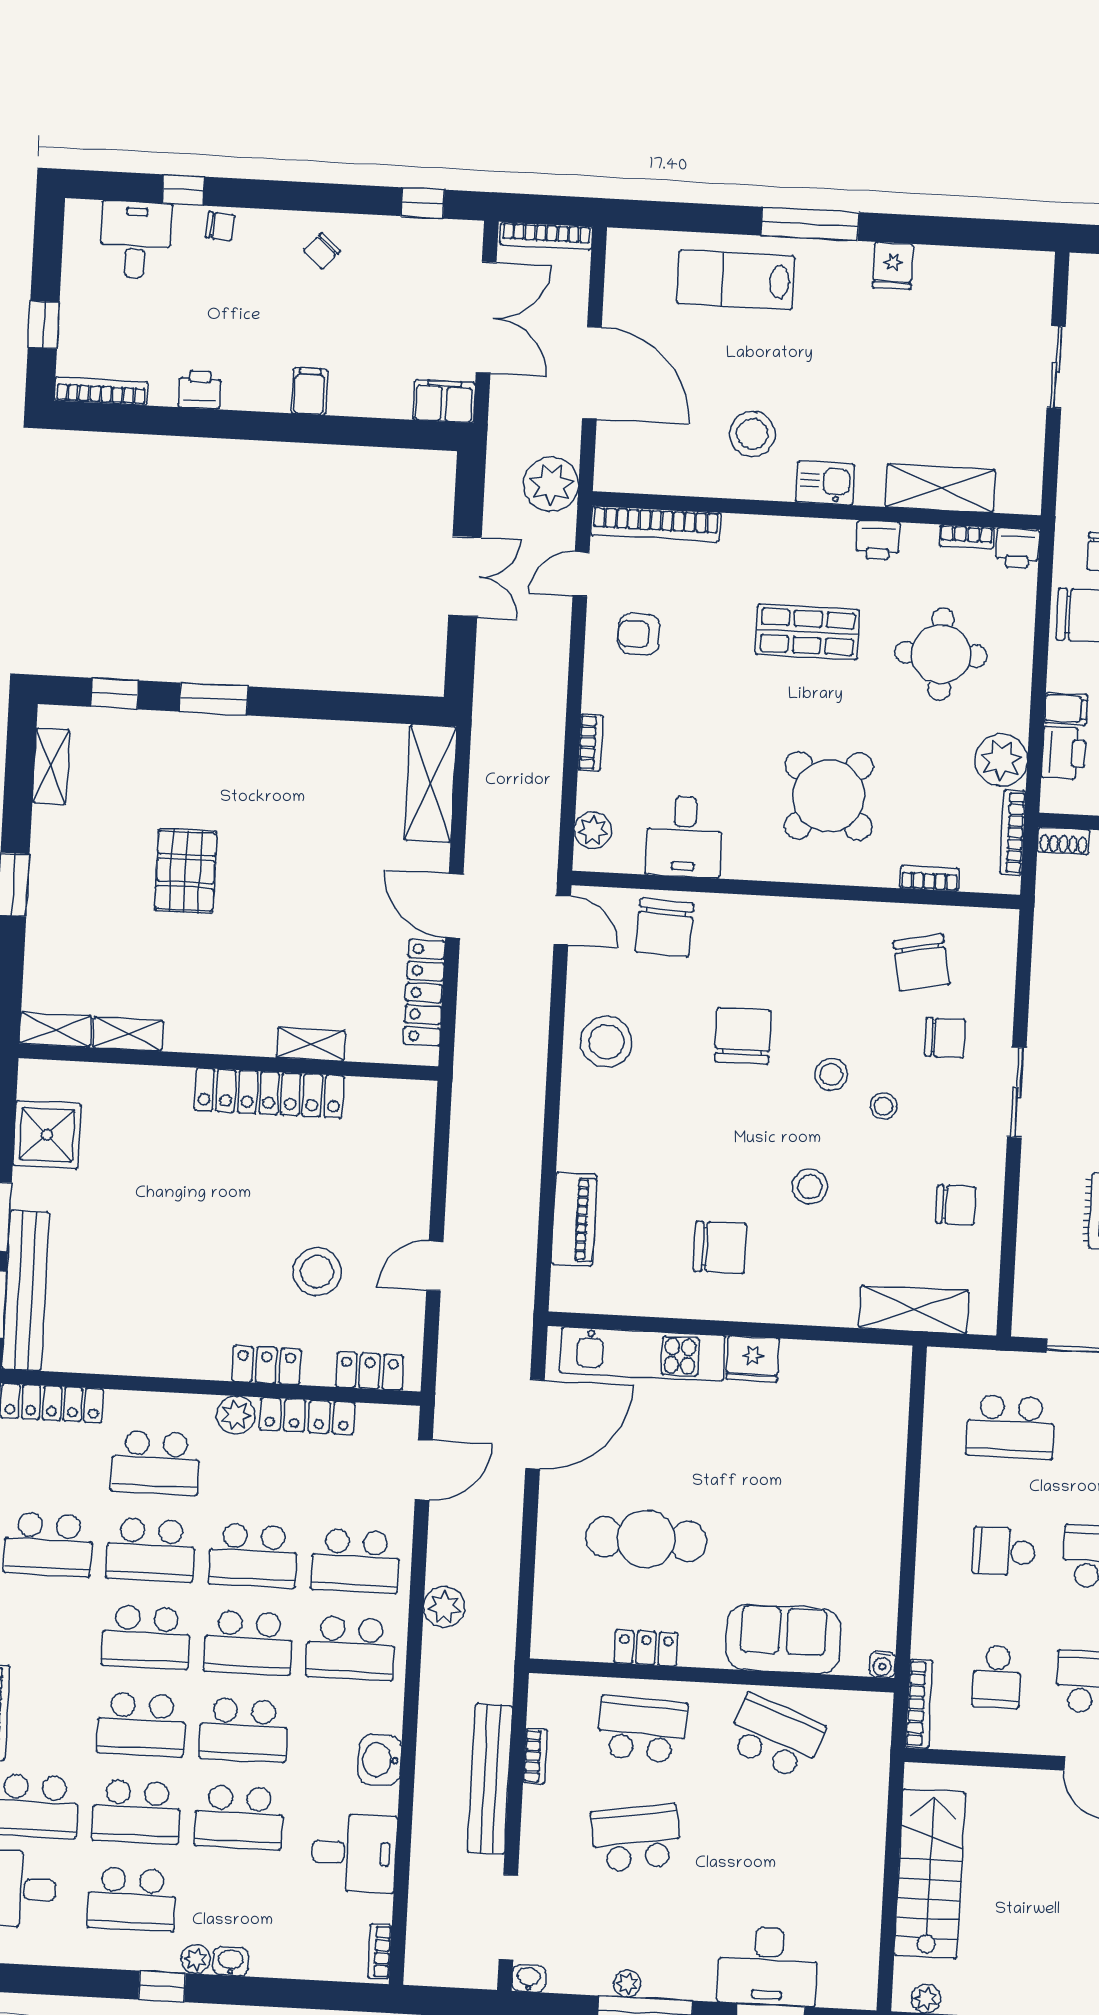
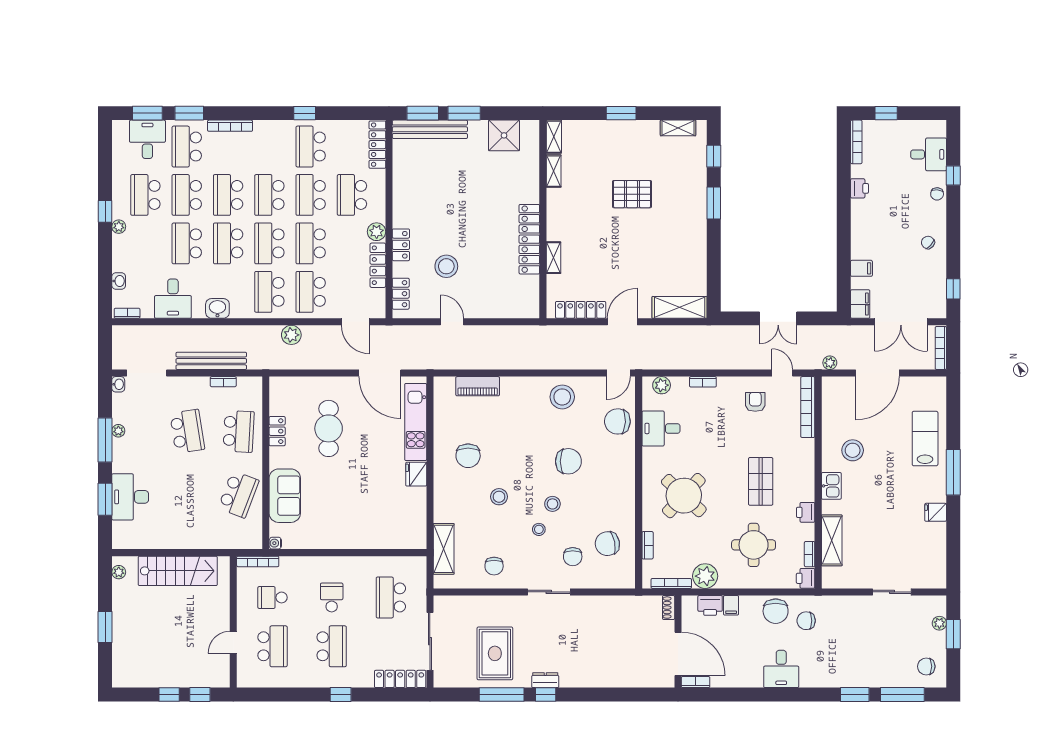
filing cabinet: (309, 391) -> (861, 268), moved
plant: (551, 484) -> (830, 363), width x0.53, depth x0.53
washbasin: (231, 1961) -> (119, 281), moved

